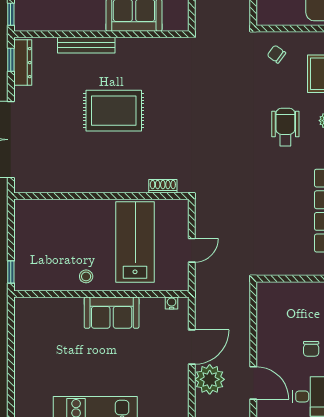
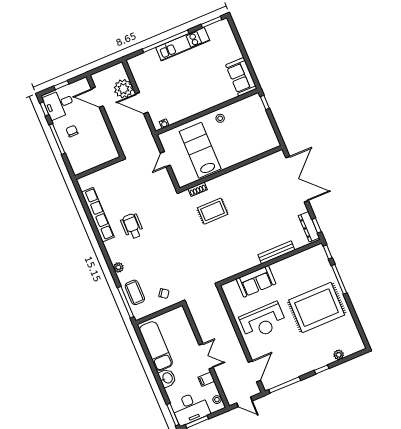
rug: (114, 111) -> (213, 211), moved, width x0.73, depth x0.70
wheelchair: (285, 127) -> (132, 226), moved, turned 180
lab bench: (135, 242) -> (200, 150), turned 180
sofa: (112, 313) -> (241, 77), moved, turned -90
door: (192, 347) -> (142, 103), hinge flipped

